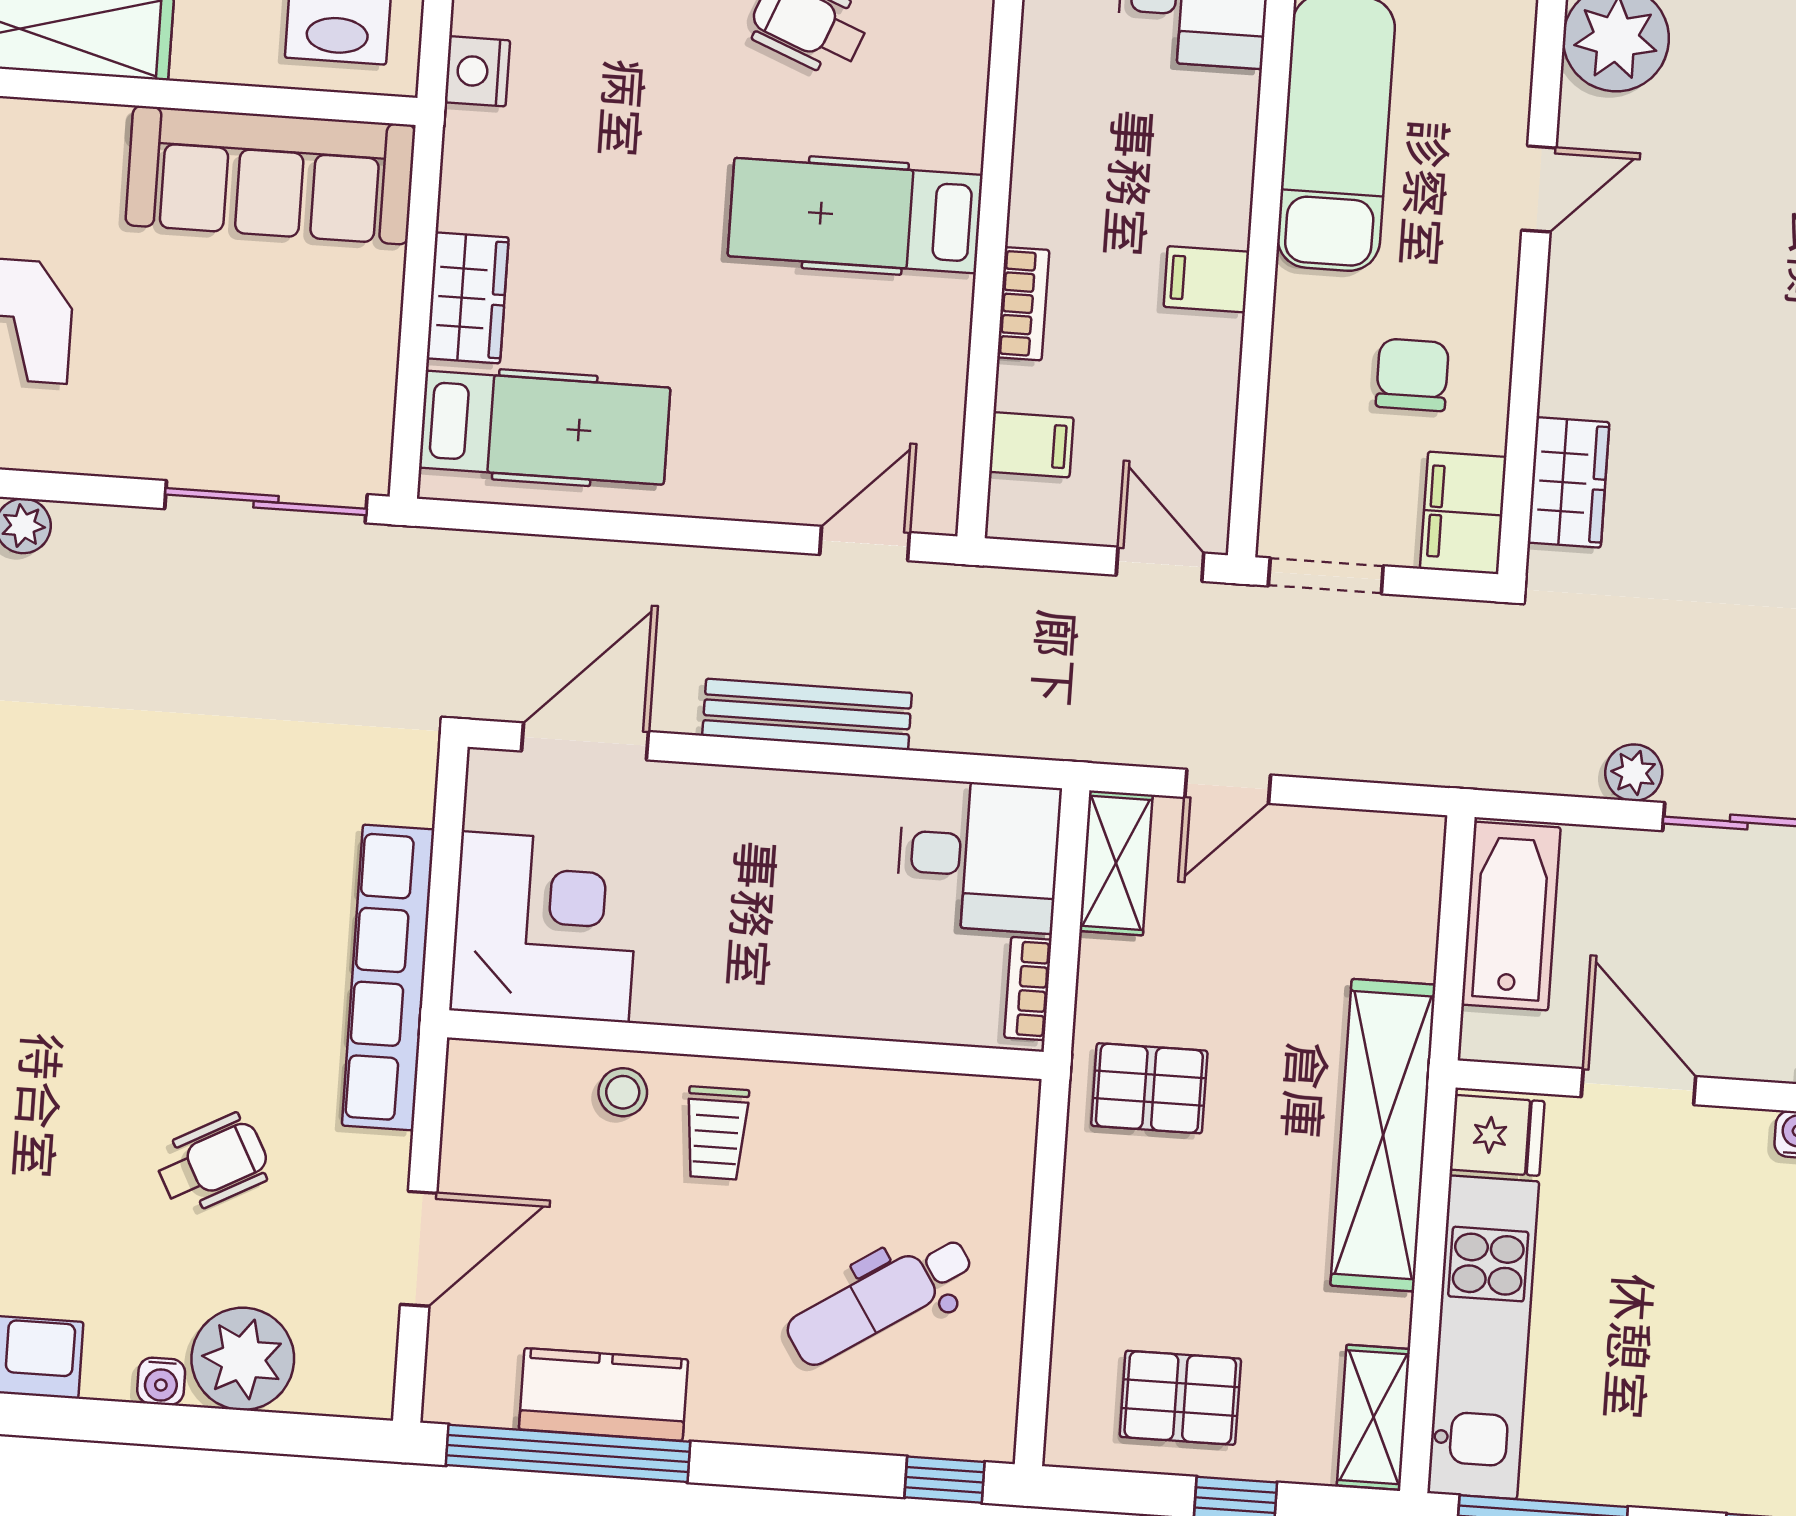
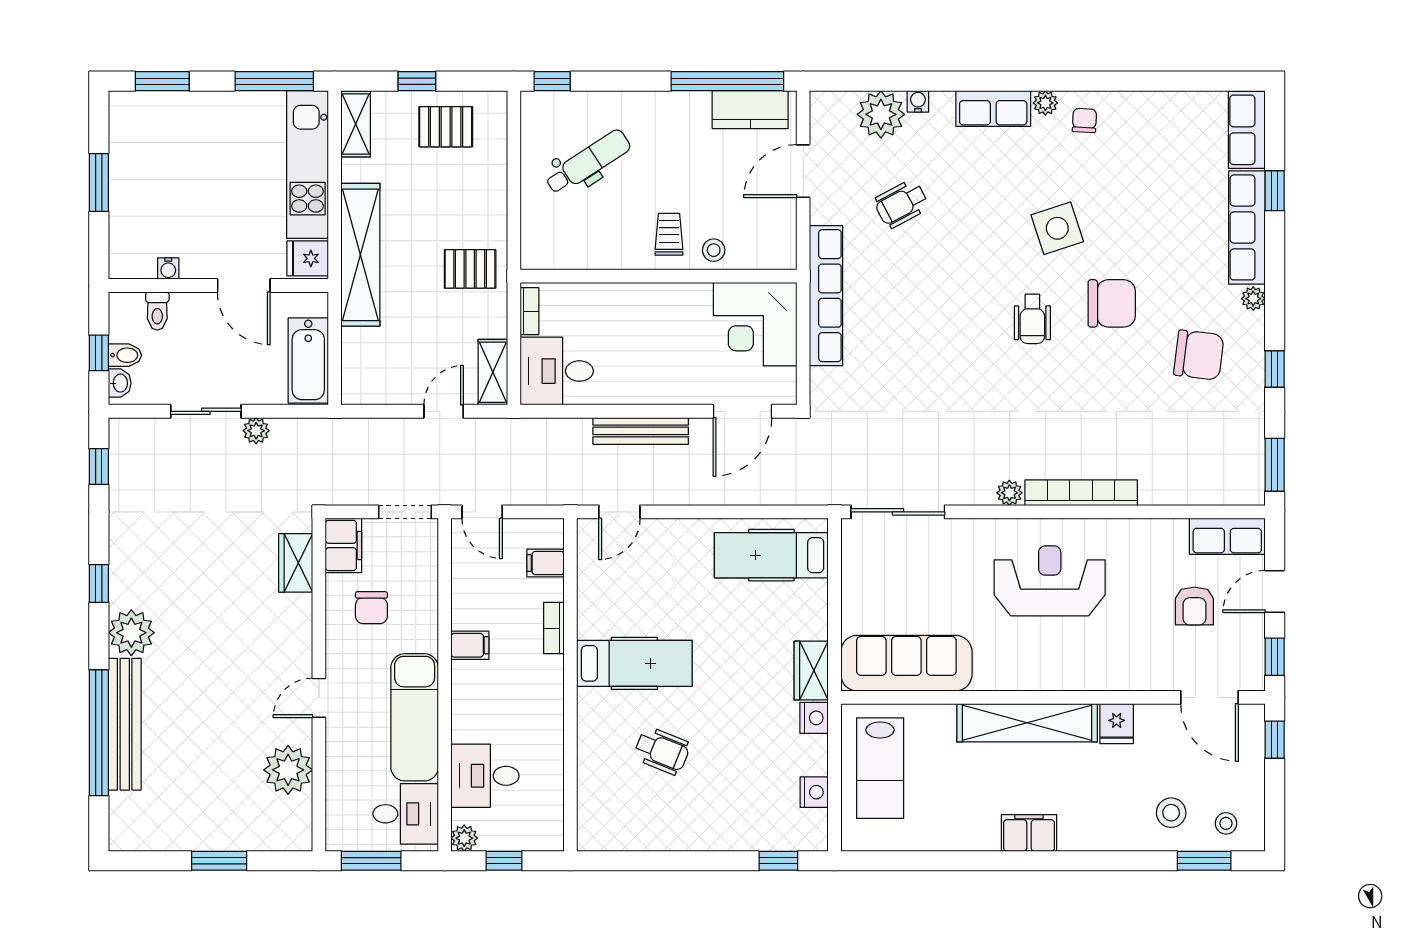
wardrobe: (468, 298) -> (811, 671), moved
kitchen counter: (603, 1394) -> (750, 110), moved

